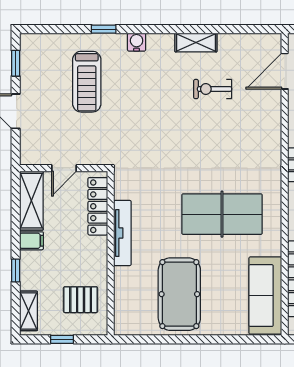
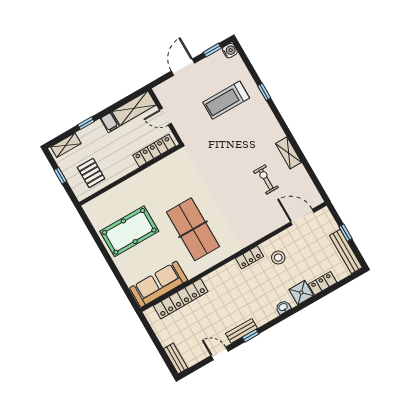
water cooler: (137, 42) -> (230, 51), moved
tv unit: (122, 233) -> (146, 175), removed

